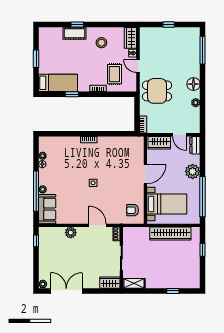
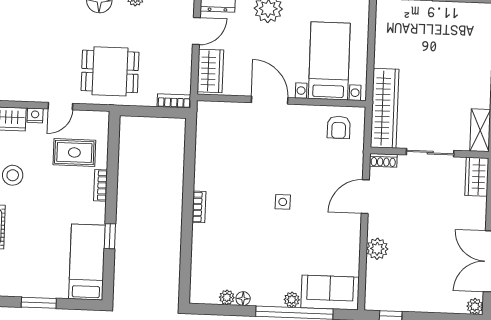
dining table: (157, 91) -> (110, 71), turned 90
wardrobe: (170, 234) -> (385, 108), moved

